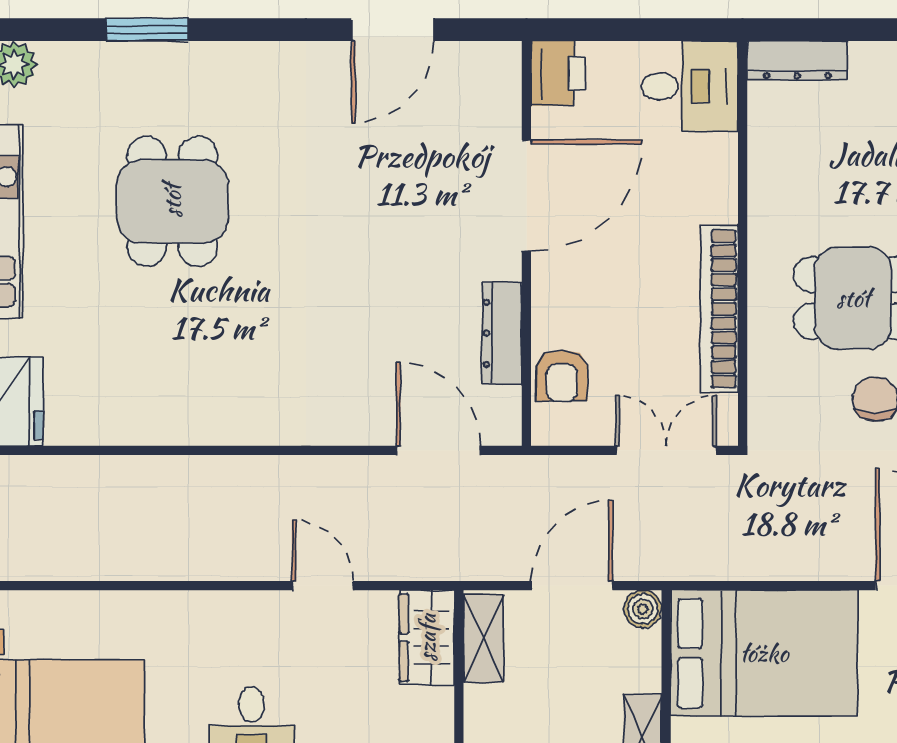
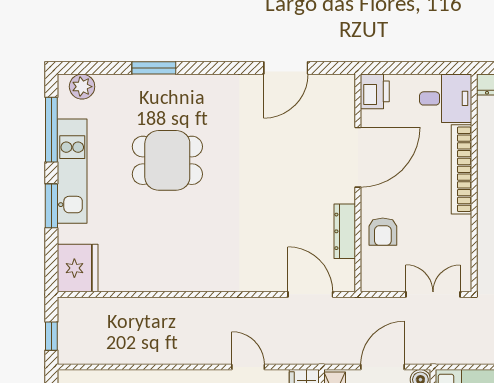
dining table: (172, 201) -> (167, 160), turned 90
bookcase: (719, 309) -> (462, 169), moved
armchair: (562, 375) -> (383, 232), moved

